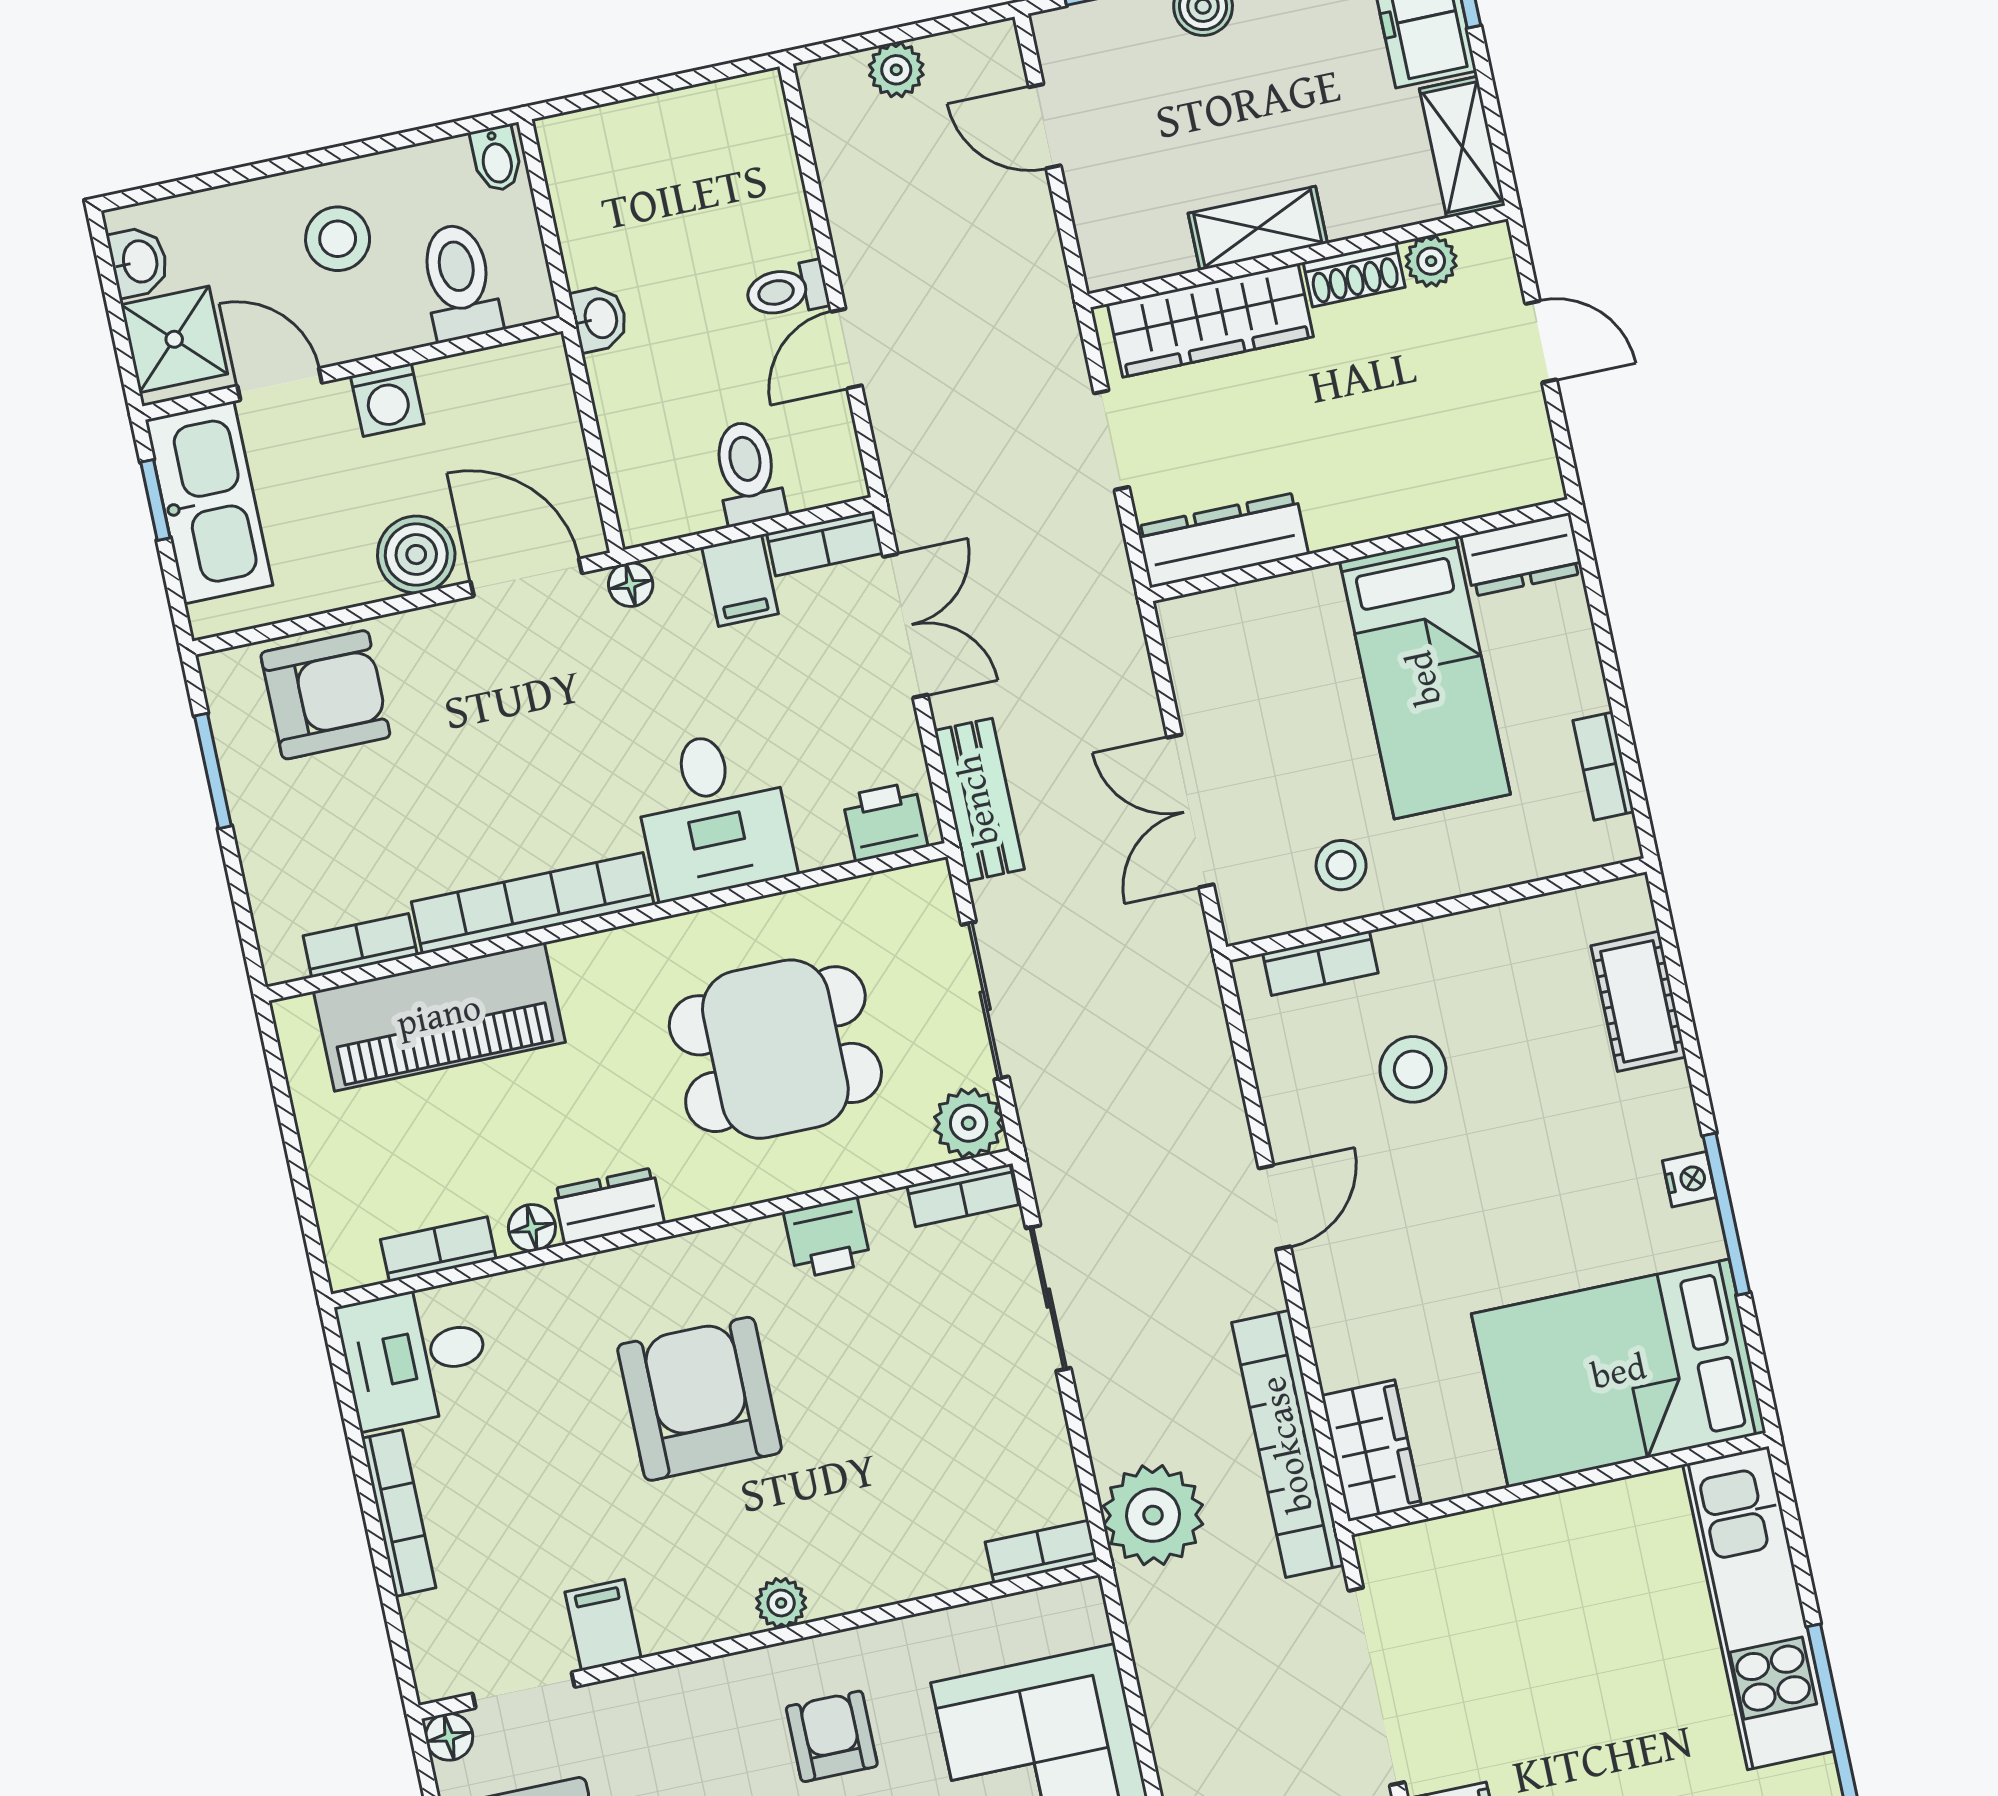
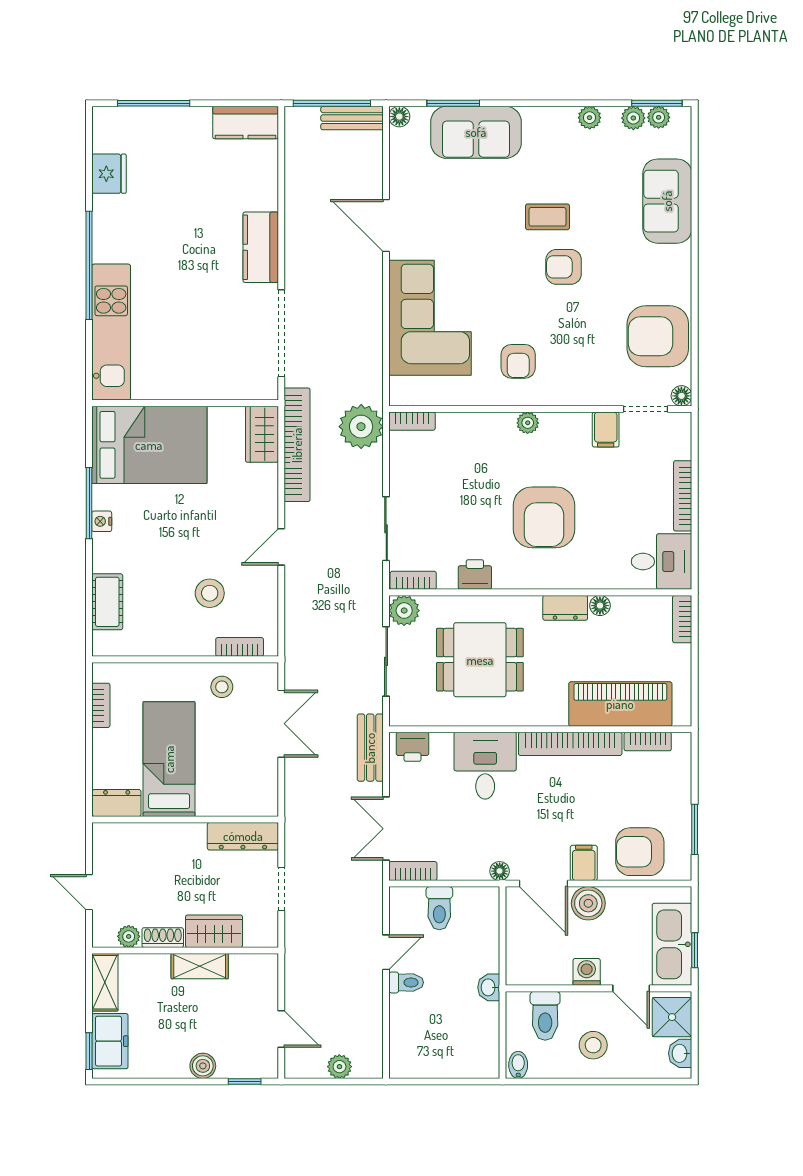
wardrobe: (1210, 320) -> (214, 931), width x0.67
filing cabinet: (740, 580) -> (584, 863), moved
bookcase: (438, 1249) -> (682, 619), moved, turned 90

